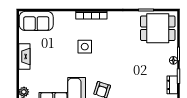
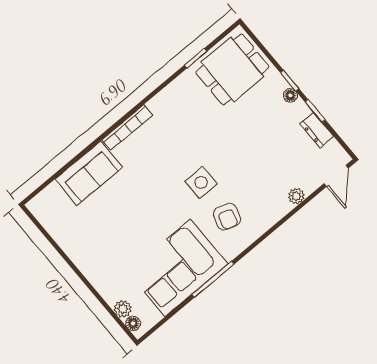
sofa: (36, 21) -> (89, 173), moved
side table: (85, 47) -> (201, 182), moved
fireplace: (24, 57) -> (83, 260), removed

